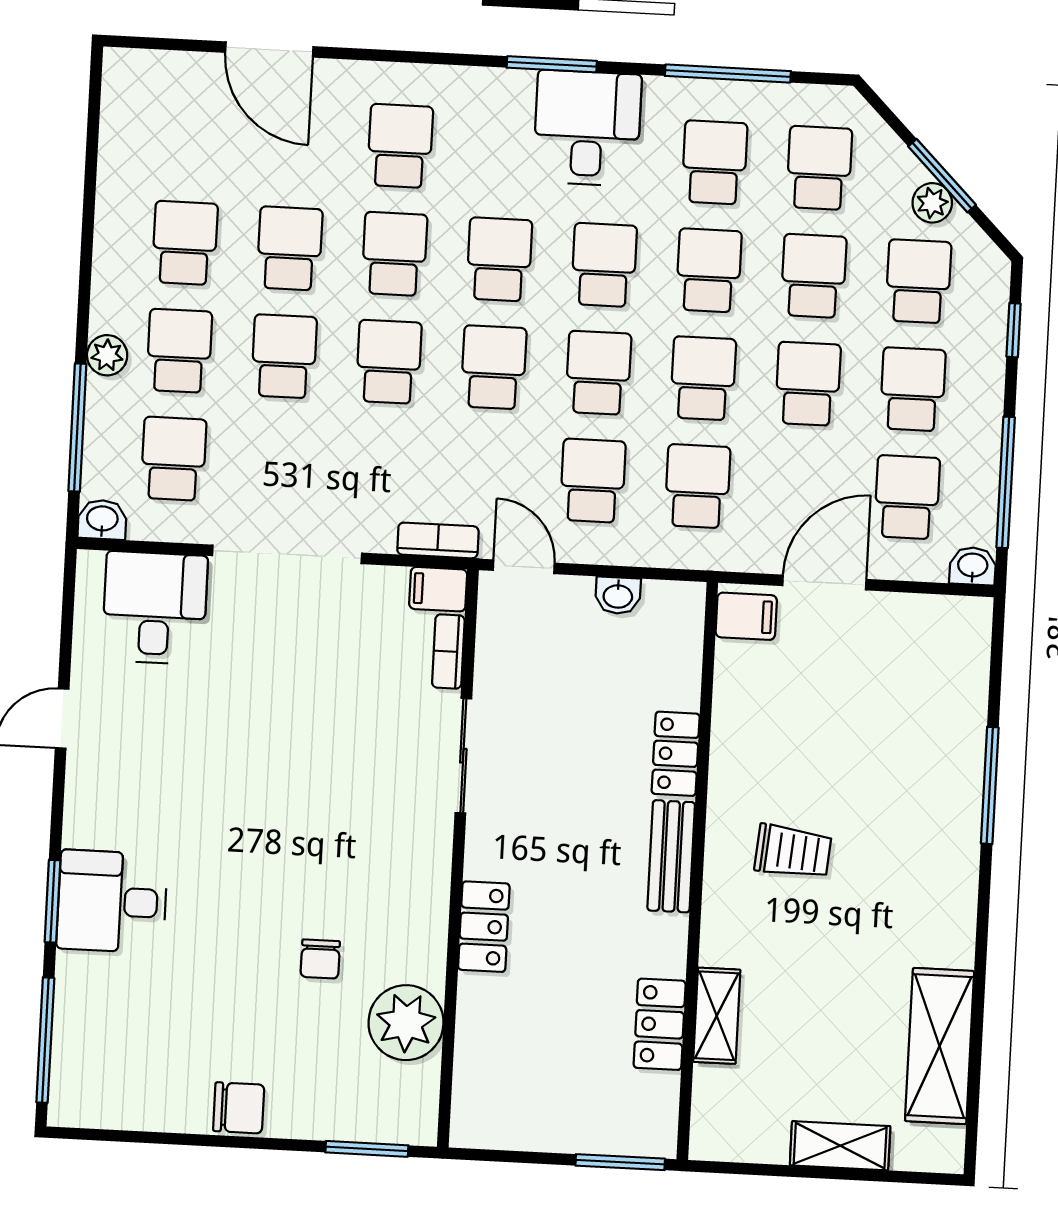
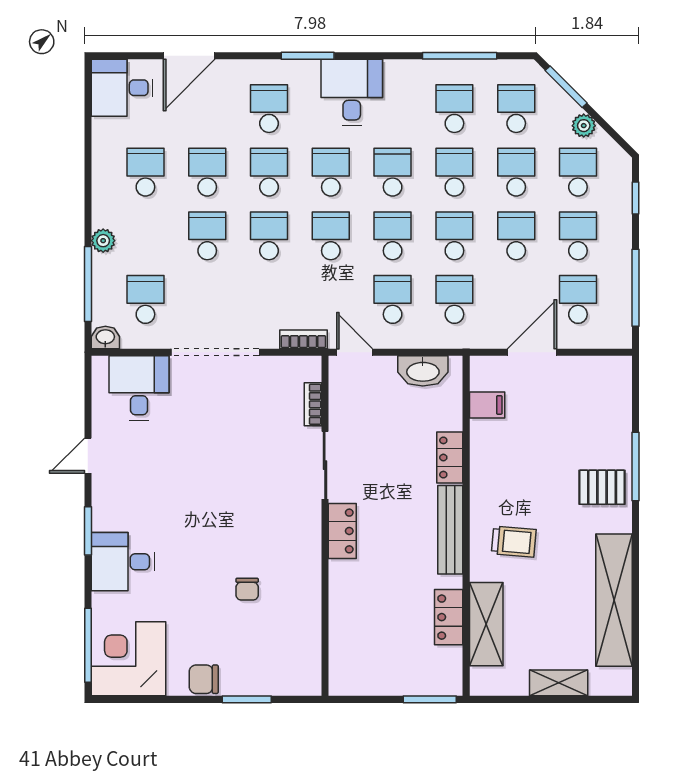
door: (269, 49) -> (189, 56), hinge flipped
window: (552, 64) -> (308, 56), moved
desk: (153, 98) -> (122, 88), added
desk: (587, 128) -> (352, 92), moved
window: (942, 176) -> (566, 87), moved
school desk: (179, 351) -> (145, 236), removed
washbasin: (973, 566) -> (619, 338), removed
filing cabinet: (438, 589) -> (305, 368), removed
washbasin: (618, 595) -> (423, 371), width x1.91, depth x1.45
filing cabinet: (746, 616) -> (487, 405), moved
pallet: (931, 818) -> (602, 487), added
trolley: (793, 852) -> (514, 542), moved
bench: (671, 856) -> (450, 530), width x1.36
window: (53, 901) -> (88, 531), moved
locker: (484, 927) -> (342, 531), moved
shelving: (717, 1016) -> (486, 624), width x1.50, depth x1.33
plant: (406, 1023) -> (300, 624), removed
shelving: (940, 1046) -> (614, 600), width x1.47
corner desk: (113, 1067) -> (128, 659), added
chair: (239, 1108) -> (204, 679), turned 180
window: (367, 1149) -> (247, 699), moved

